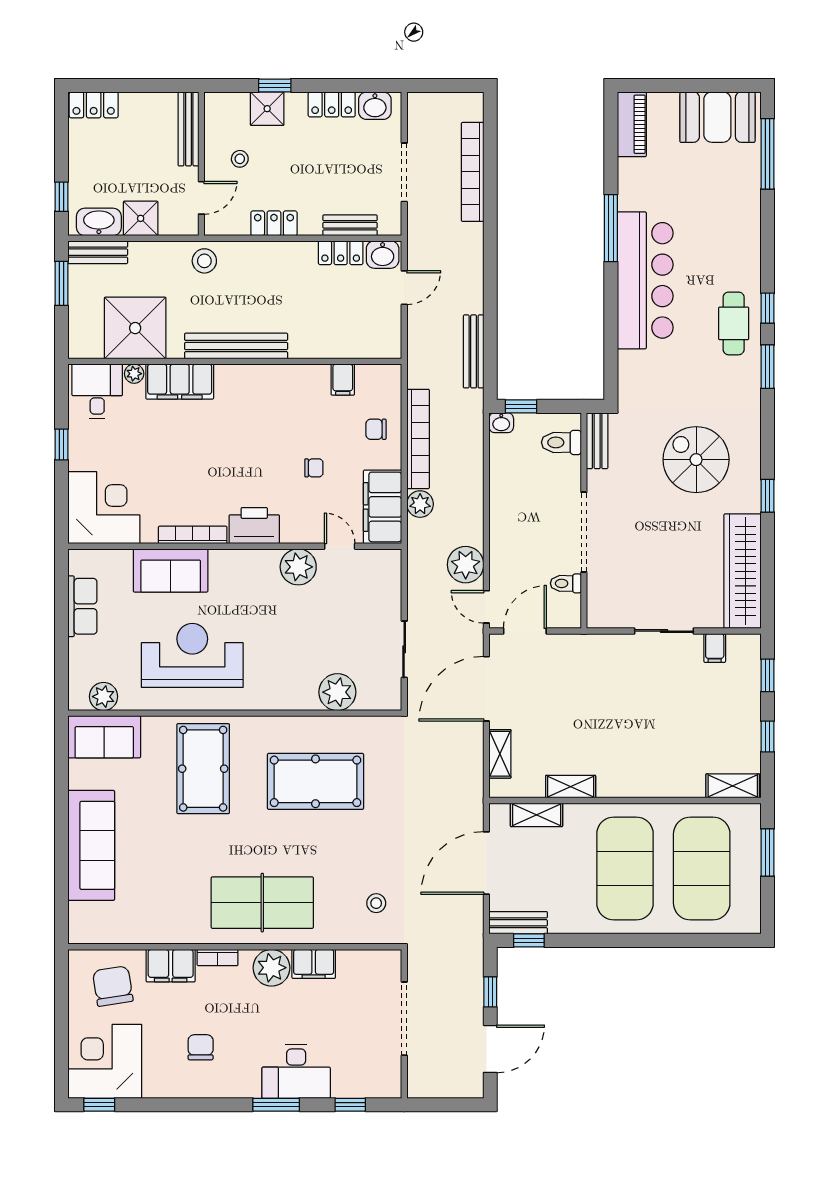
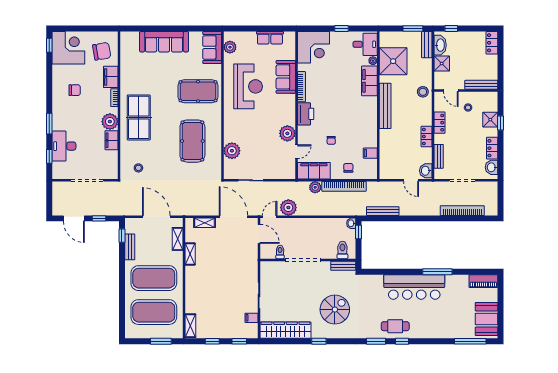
locker: (341, 253) -> (426, 136), moved
bench: (518, 923) -> (130, 247), moved
desk: (296, 1071) -> (64, 146), moved

